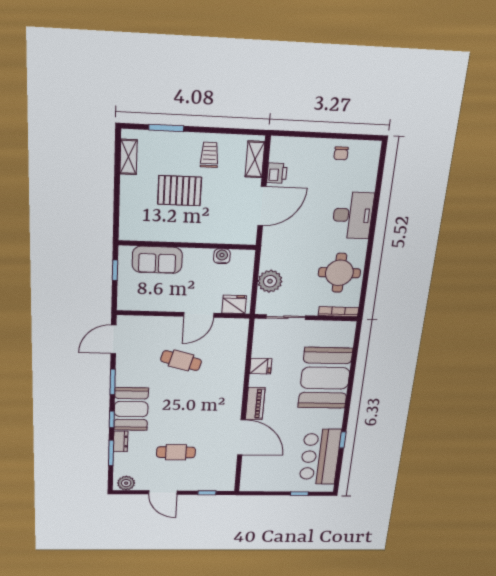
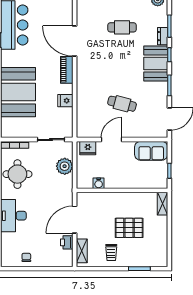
shelving: (129, 157) -> (162, 204), moved
sofa: (157, 260) -> (151, 151), moved, turned 180

